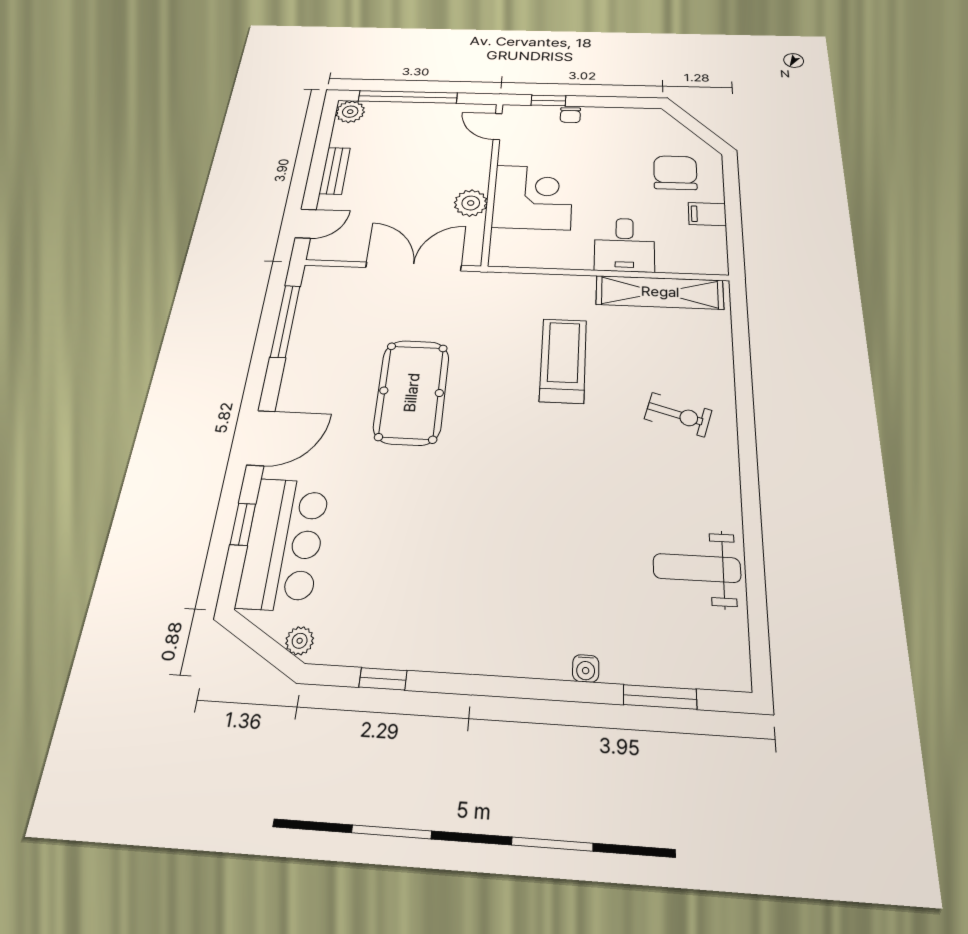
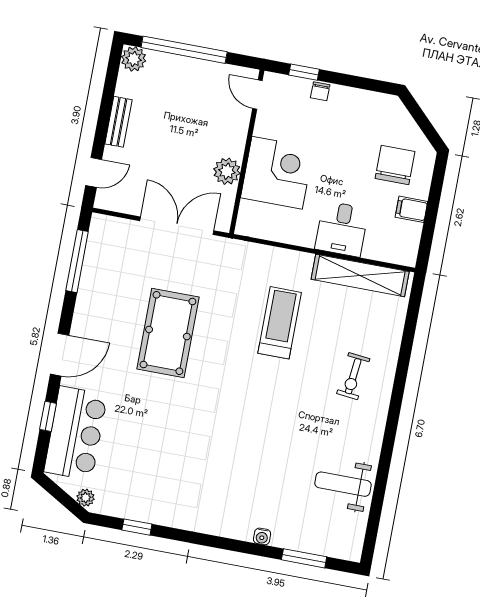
exercise bike: (678, 415) -> (353, 376), turned 80

